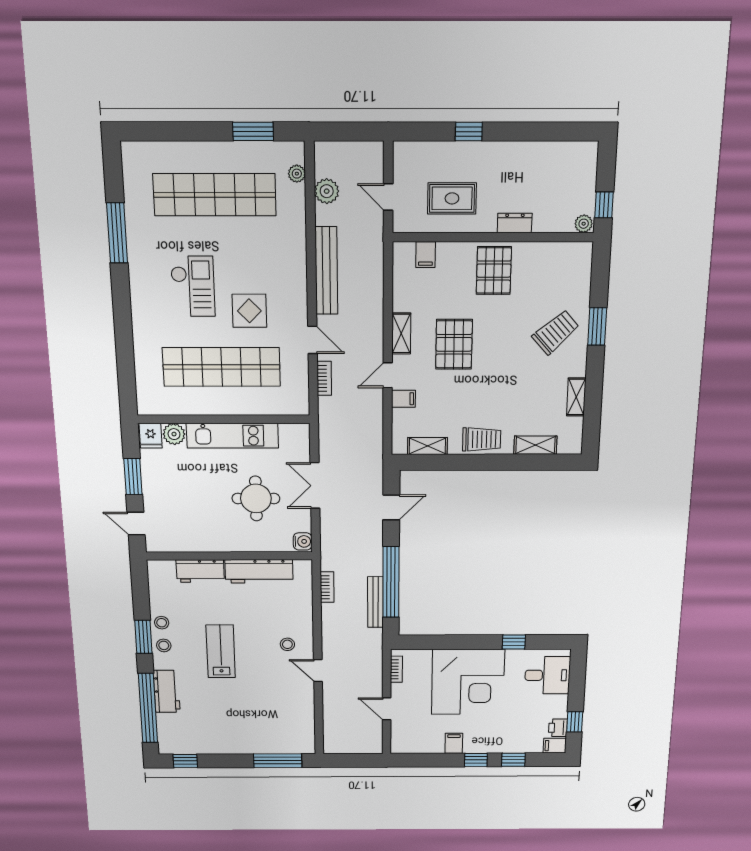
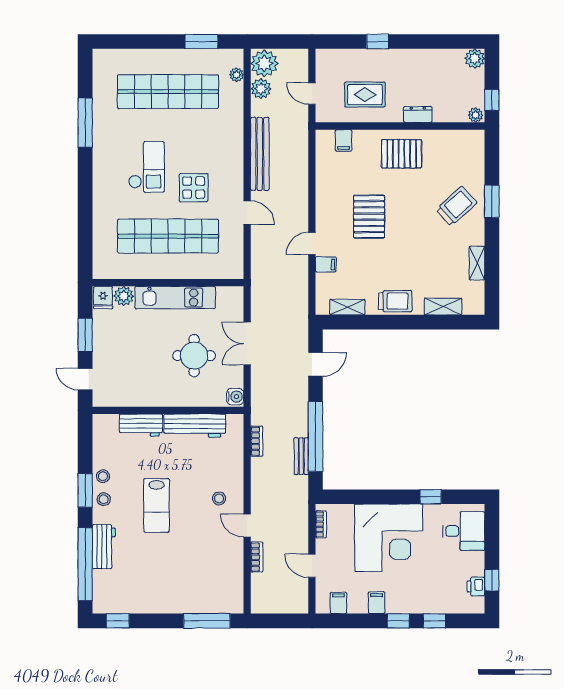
plant: (586, 153) -> (475, 59), added
plant: (331, 159) -> (264, 63), added
pallet: (494, 271) -> (402, 154), turned 90
shelving: (401, 333) -> (324, 207), removed
bookcase: (324, 378) -> (257, 557), moved
bench: (375, 602) -> (301, 456), width x0.73
lab bench: (221, 651) -> (156, 505), turned 180
filing cabinet: (555, 746) -> (338, 603), moved, turned 90

